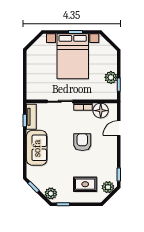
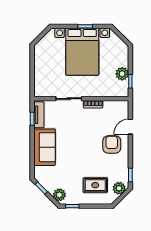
floor lamp: (101, 111) -> (111, 108), removed
armchair: (82, 142) -> (112, 144), moved

